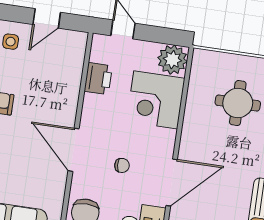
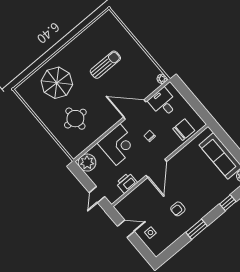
corner desk: (156, 100) -> (118, 145), moved
door: (74, 150) -> (156, 168), moved

